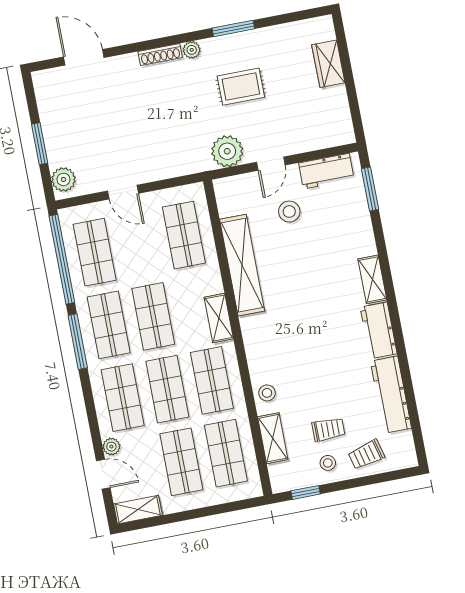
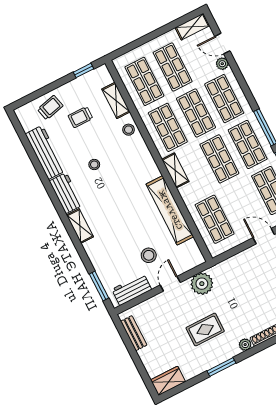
wardrobe: (328, 64) -> (168, 381), moved, turned -90
bench: (341, 110) -> (134, 333), added
stool: (328, 463) -> (94, 165), moved

